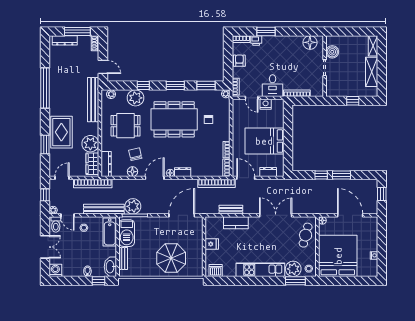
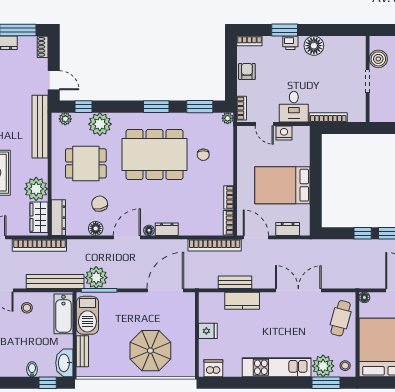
printer: (256, 40) -> (290, 43), moved
floor lamp: (310, 42) -> (314, 46), moved
window: (143, 86) -> (84, 107), moved

